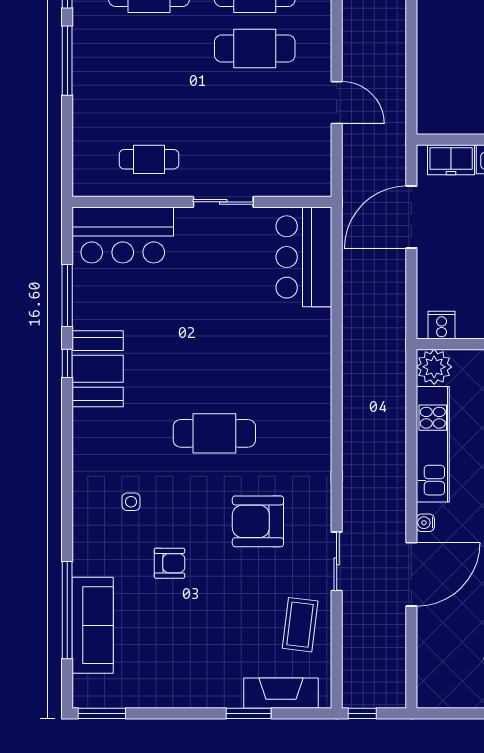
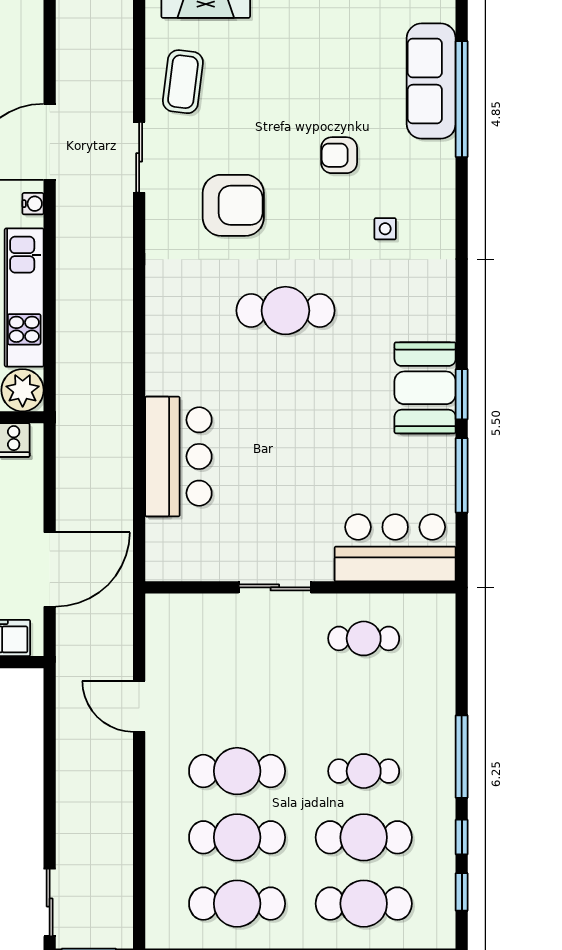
cafe table: (149, 48) -> (364, 771), added
bar counter: (304, 257) -> (178, 456), moved
window: (67, 363) -> (462, 394), width x1.50

